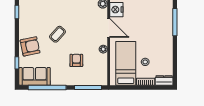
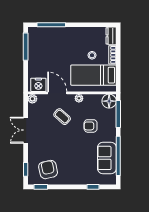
door: (109, 28) -> (57, 93), hinge flipped
coffee table: (58, 34) -> (62, 117), moved
armchair: (30, 46) -> (48, 170), moved
sofa: (35, 76) -> (107, 158), moved
floor lamp: (100, 79) -> (109, 101), added

